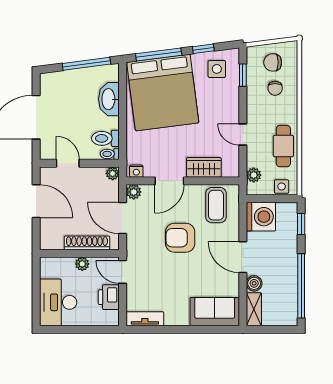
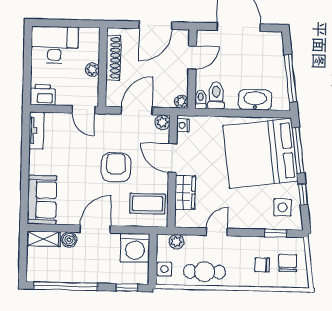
shoe rack: (87, 243) -> (113, 58), moved
door: (123, 272) -> (83, 110), swing flipped
printer: (109, 297) -> (43, 95), moved

